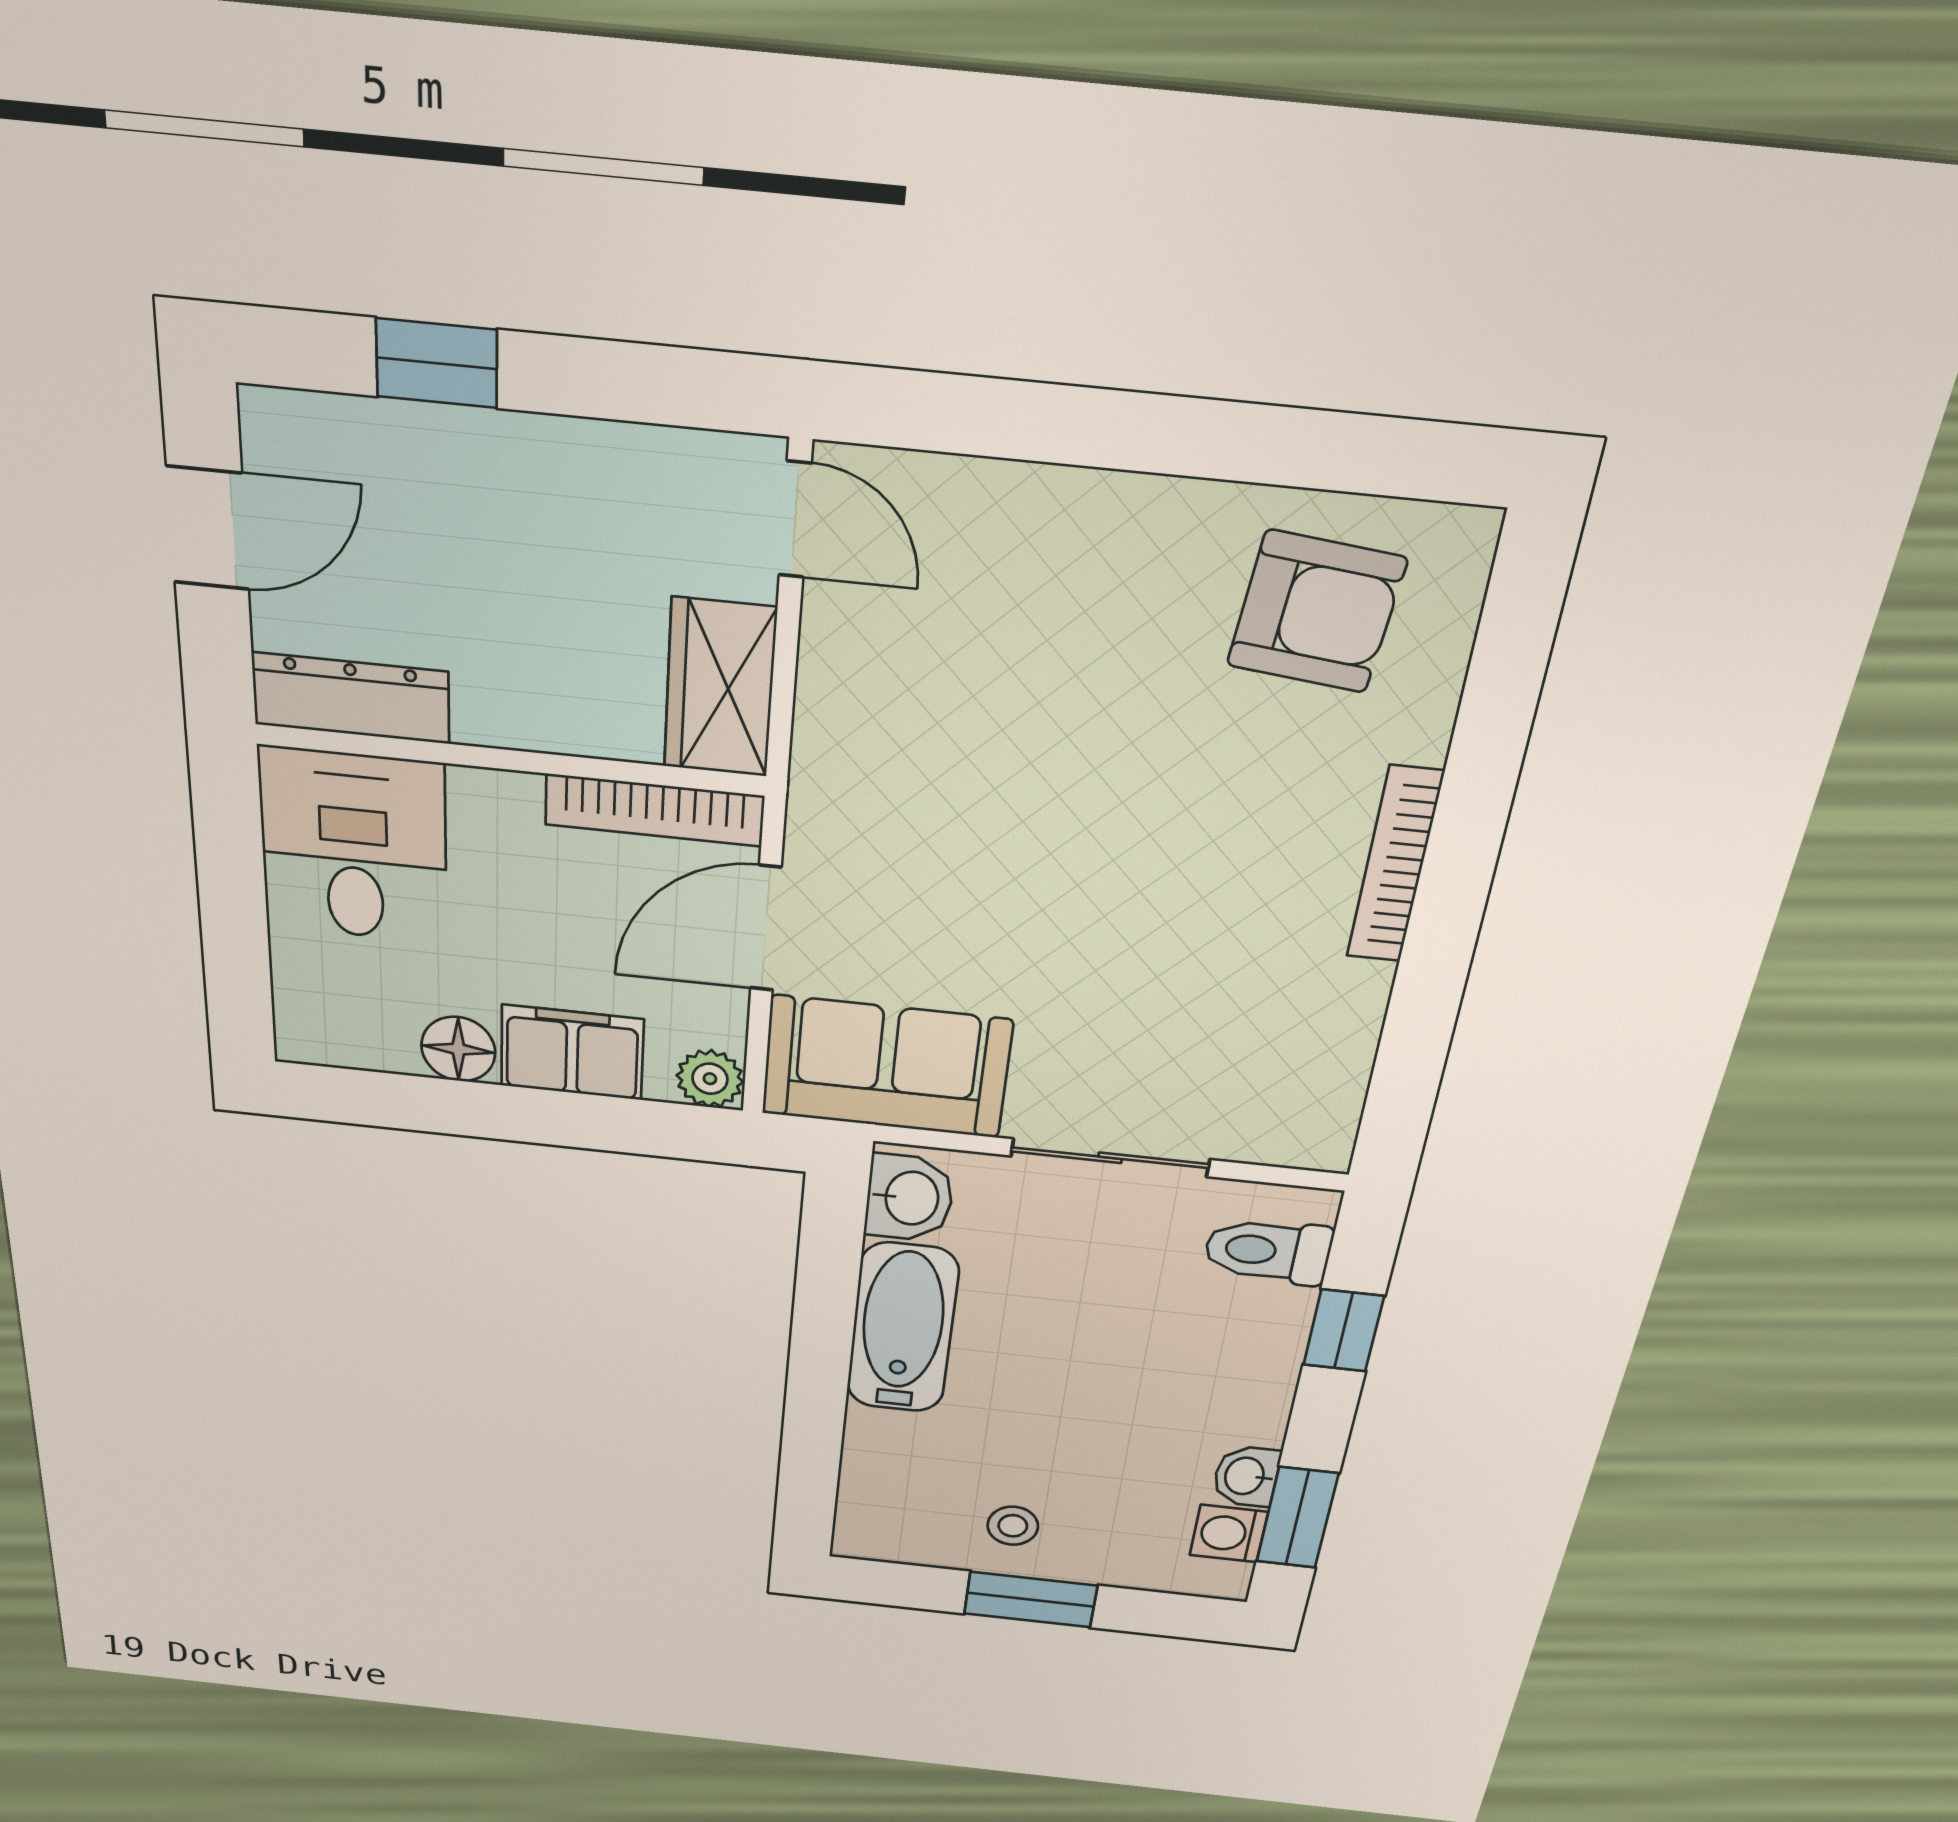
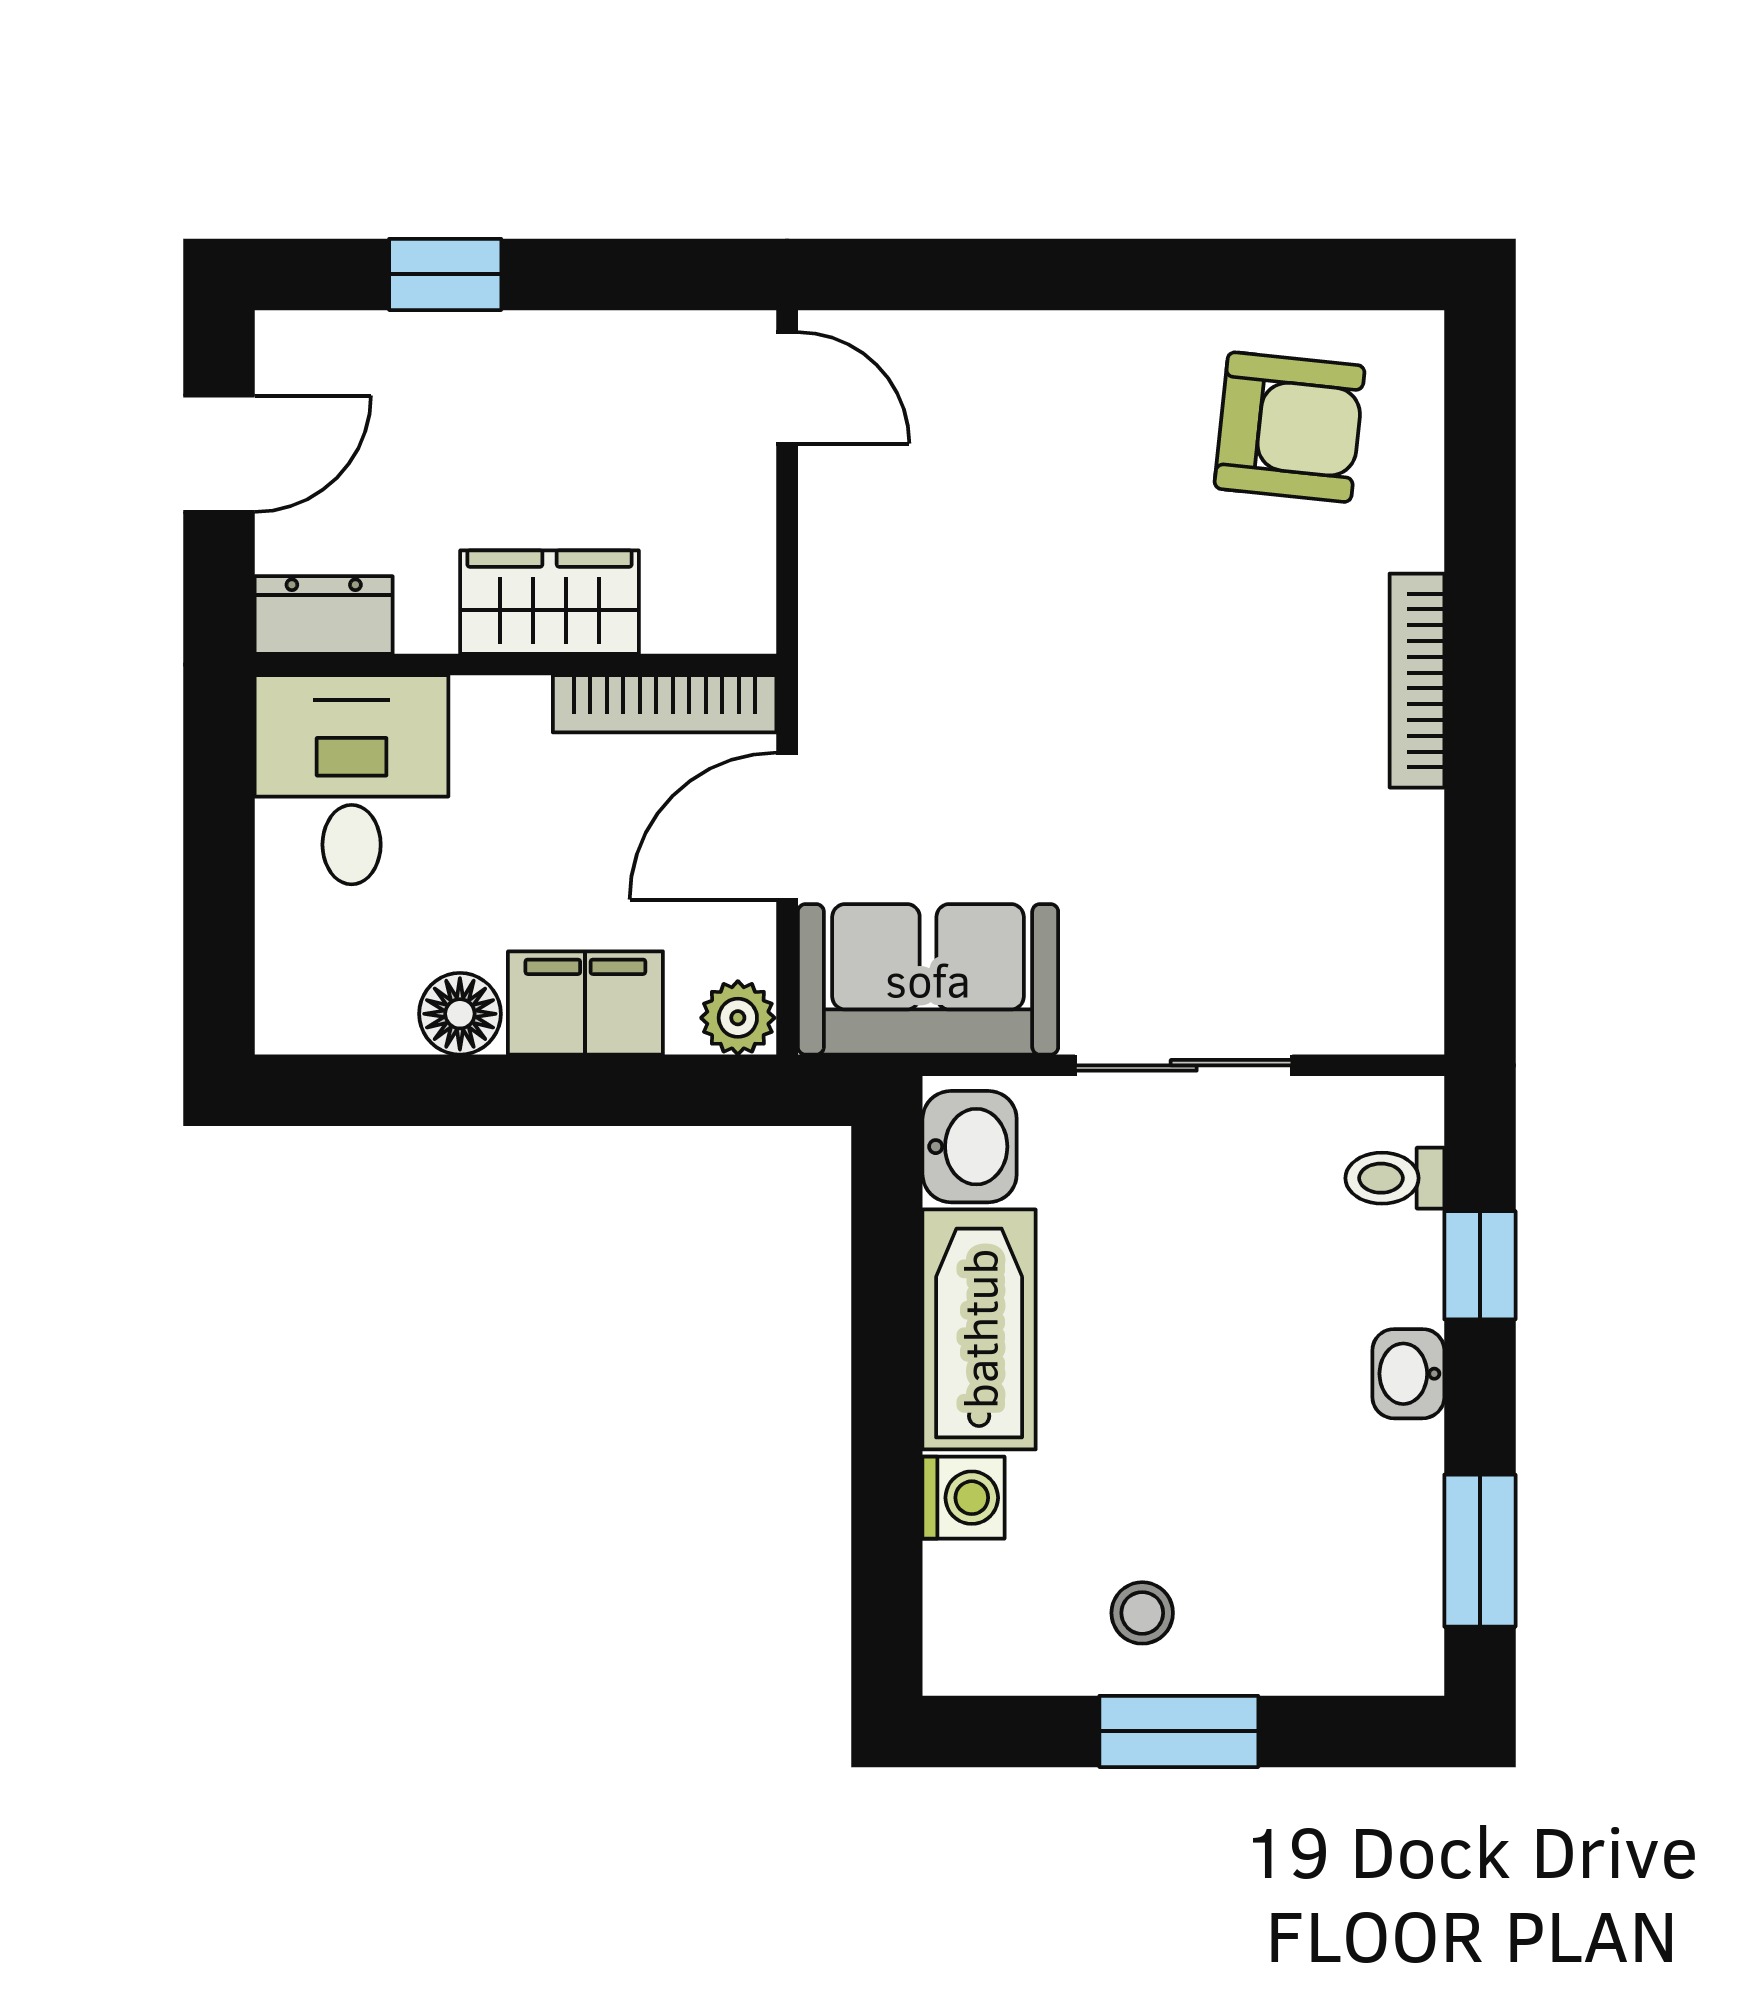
wardrobe: (720, 688) -> (550, 602), moved, turned 90
dresser: (351, 698) -> (324, 615), width x0.70
toilet: (1268, 1251) -> (1395, 1178), width x0.73, depth x0.72
washbasin: (1246, 1476) -> (1408, 1374), moved
washing machine: (1229, 1534) -> (964, 1498), moved, turned 180

